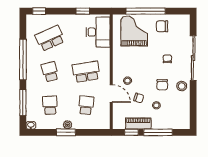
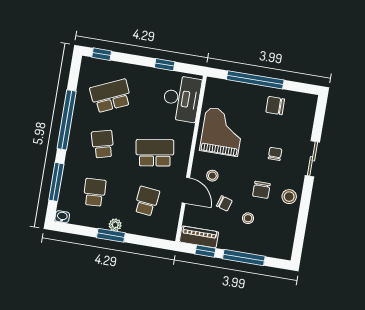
grand piano: (134, 31) -> (222, 132), moved
sliding door: (193, 58) -> (312, 159), width x0.54
piano: (138, 123) -> (199, 237), moved

